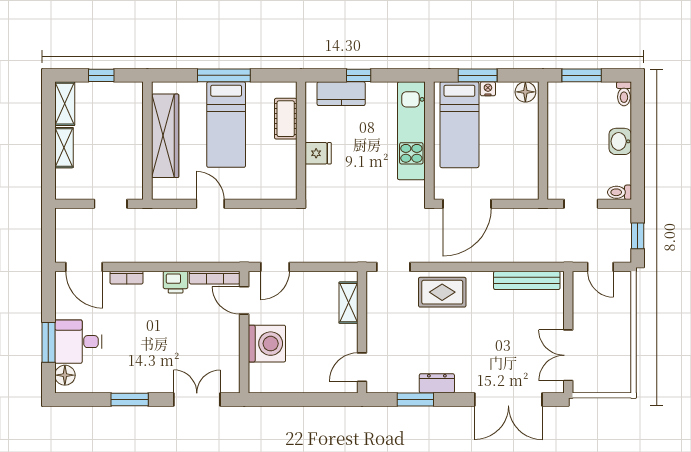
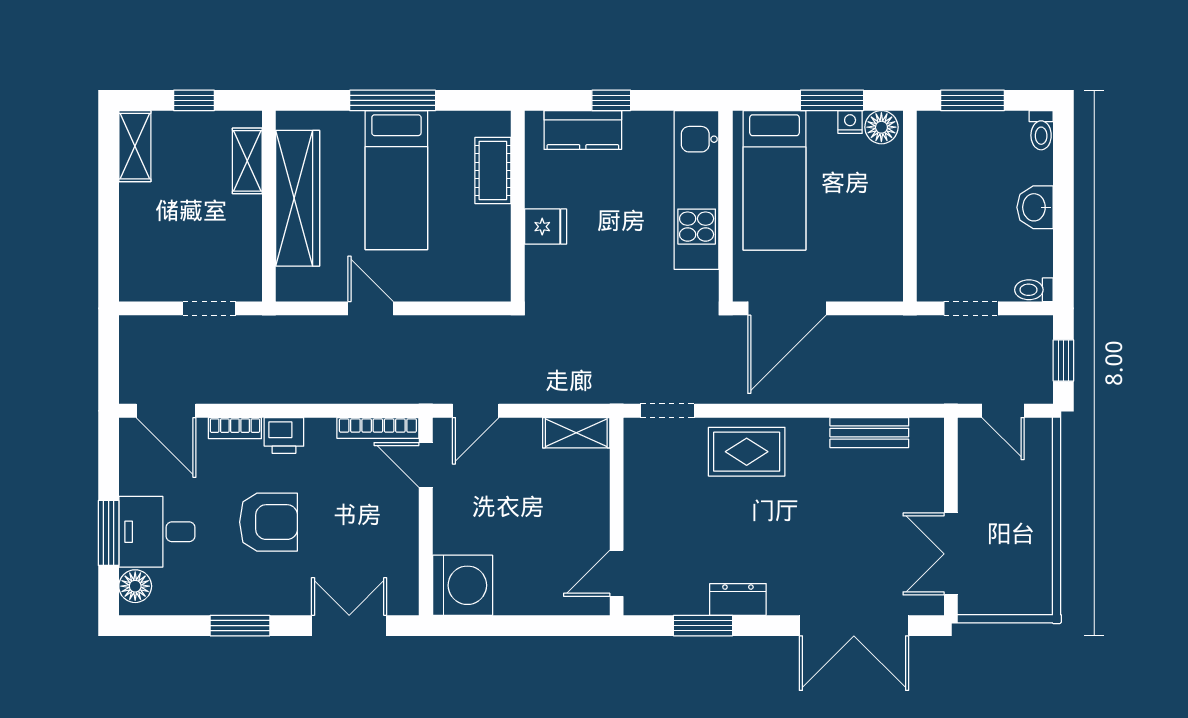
window: (478, 75) -> (832, 100), moved
nightstand: (488, 89) -> (850, 122), moved
shelving: (64, 148) -> (247, 161), moved
bench: (527, 280) -> (869, 433), width x0.73
printer: (176, 282) -> (284, 435), moved
shelving: (348, 303) -> (576, 433), moved, turned 90
armchair: (147, 336) -> (268, 522), added
washing machine: (267, 344) -> (463, 585), moved

